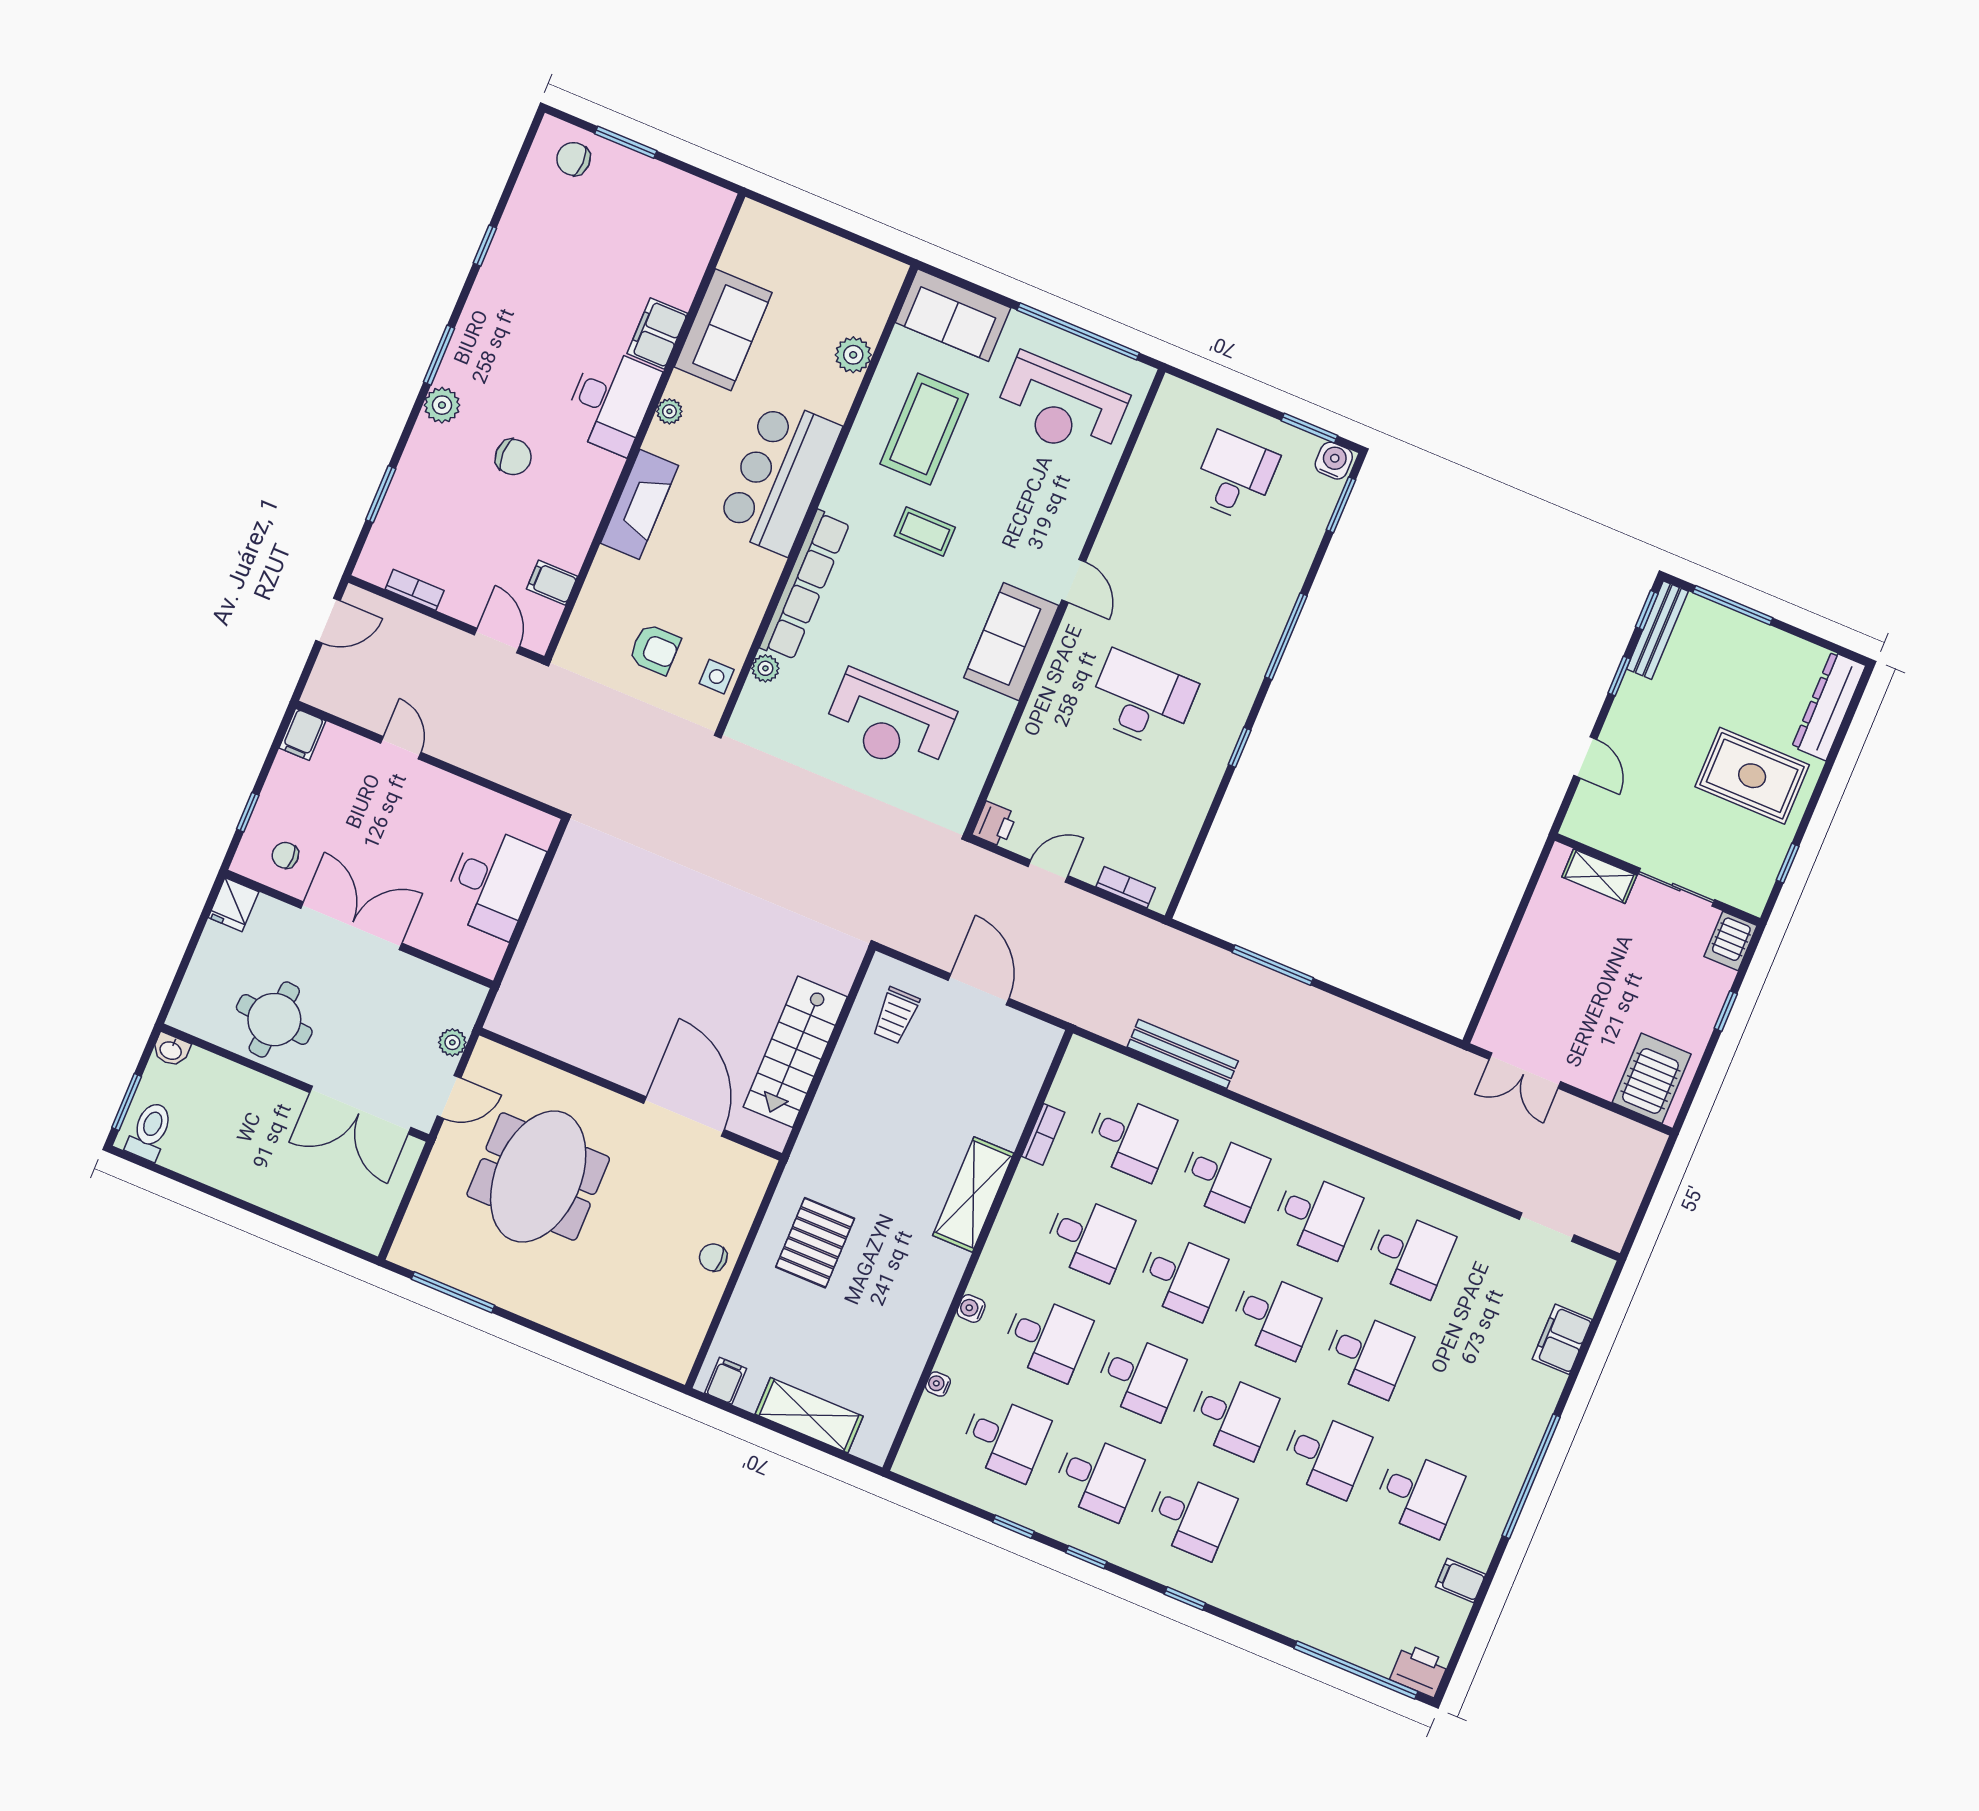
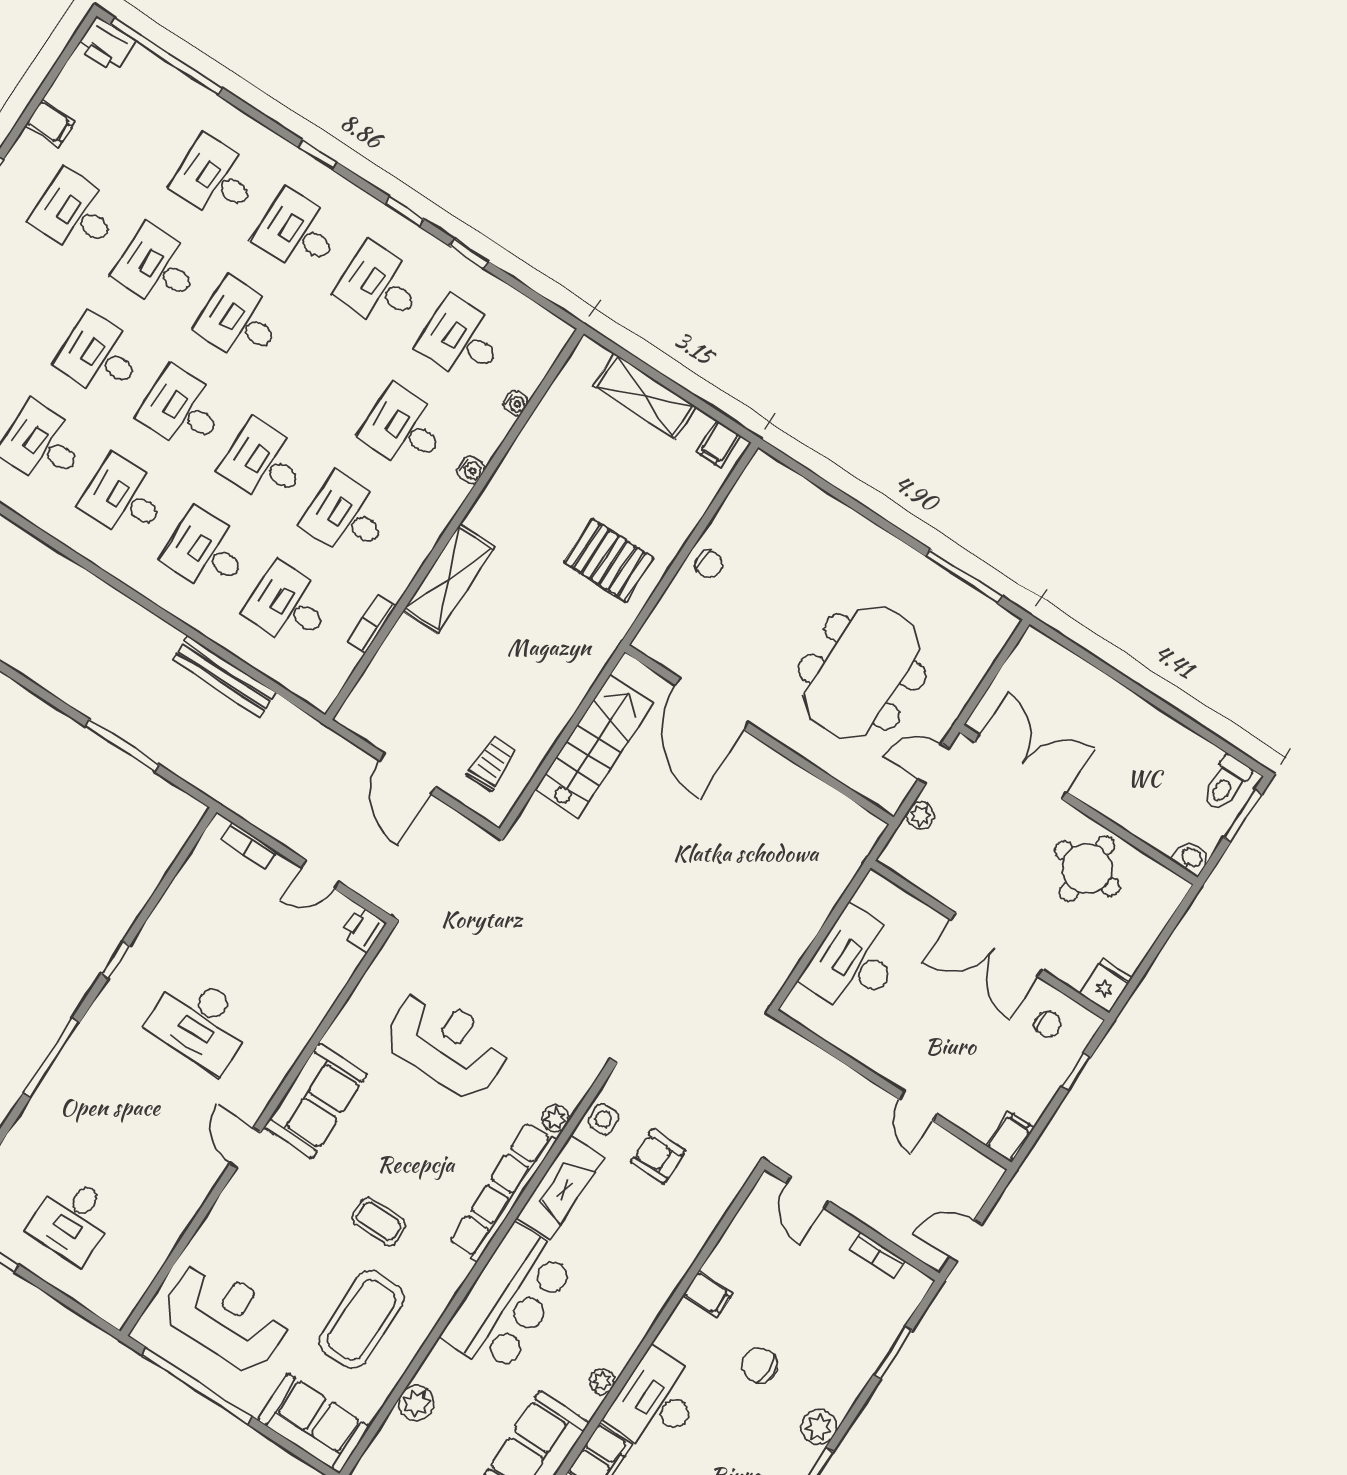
fireplace: (639, 504) -> (560, 1187), moved, turned 180
filing cabinet: (552, 583) -> (708, 1294), moved
pallet: (815, 1243) -> (609, 560), turned 90
desk: (1139, 1377) -> (215, 179), moved

